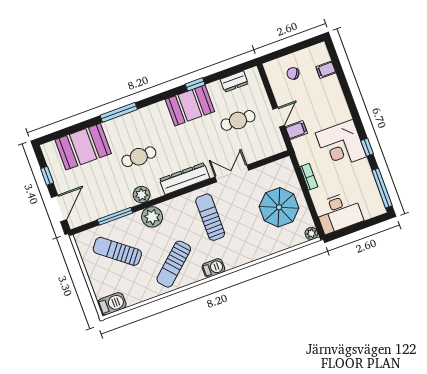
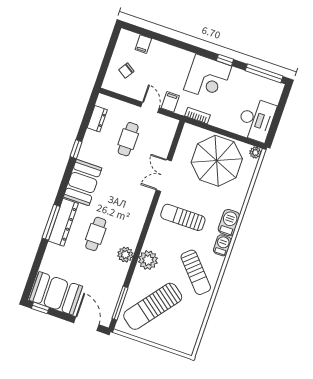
booth: (190, 105) -> (83, 183), moved
booth: (83, 147) -> (56, 293), moved, turned 90
window: (47, 176) -> (40, 308), moved
bookcase: (309, 177) -> (197, 116), moved
dresser: (185, 179) -> (63, 222), moved, turned 180
parasol: (279, 207) -> (217, 161), width x1.36, depth x1.36
window: (115, 216) -> (120, 303), moved
sun lounger: (117, 251) -> (153, 306), width x1.36, depth x1.34
barbecue: (112, 304) -> (229, 223), moved

